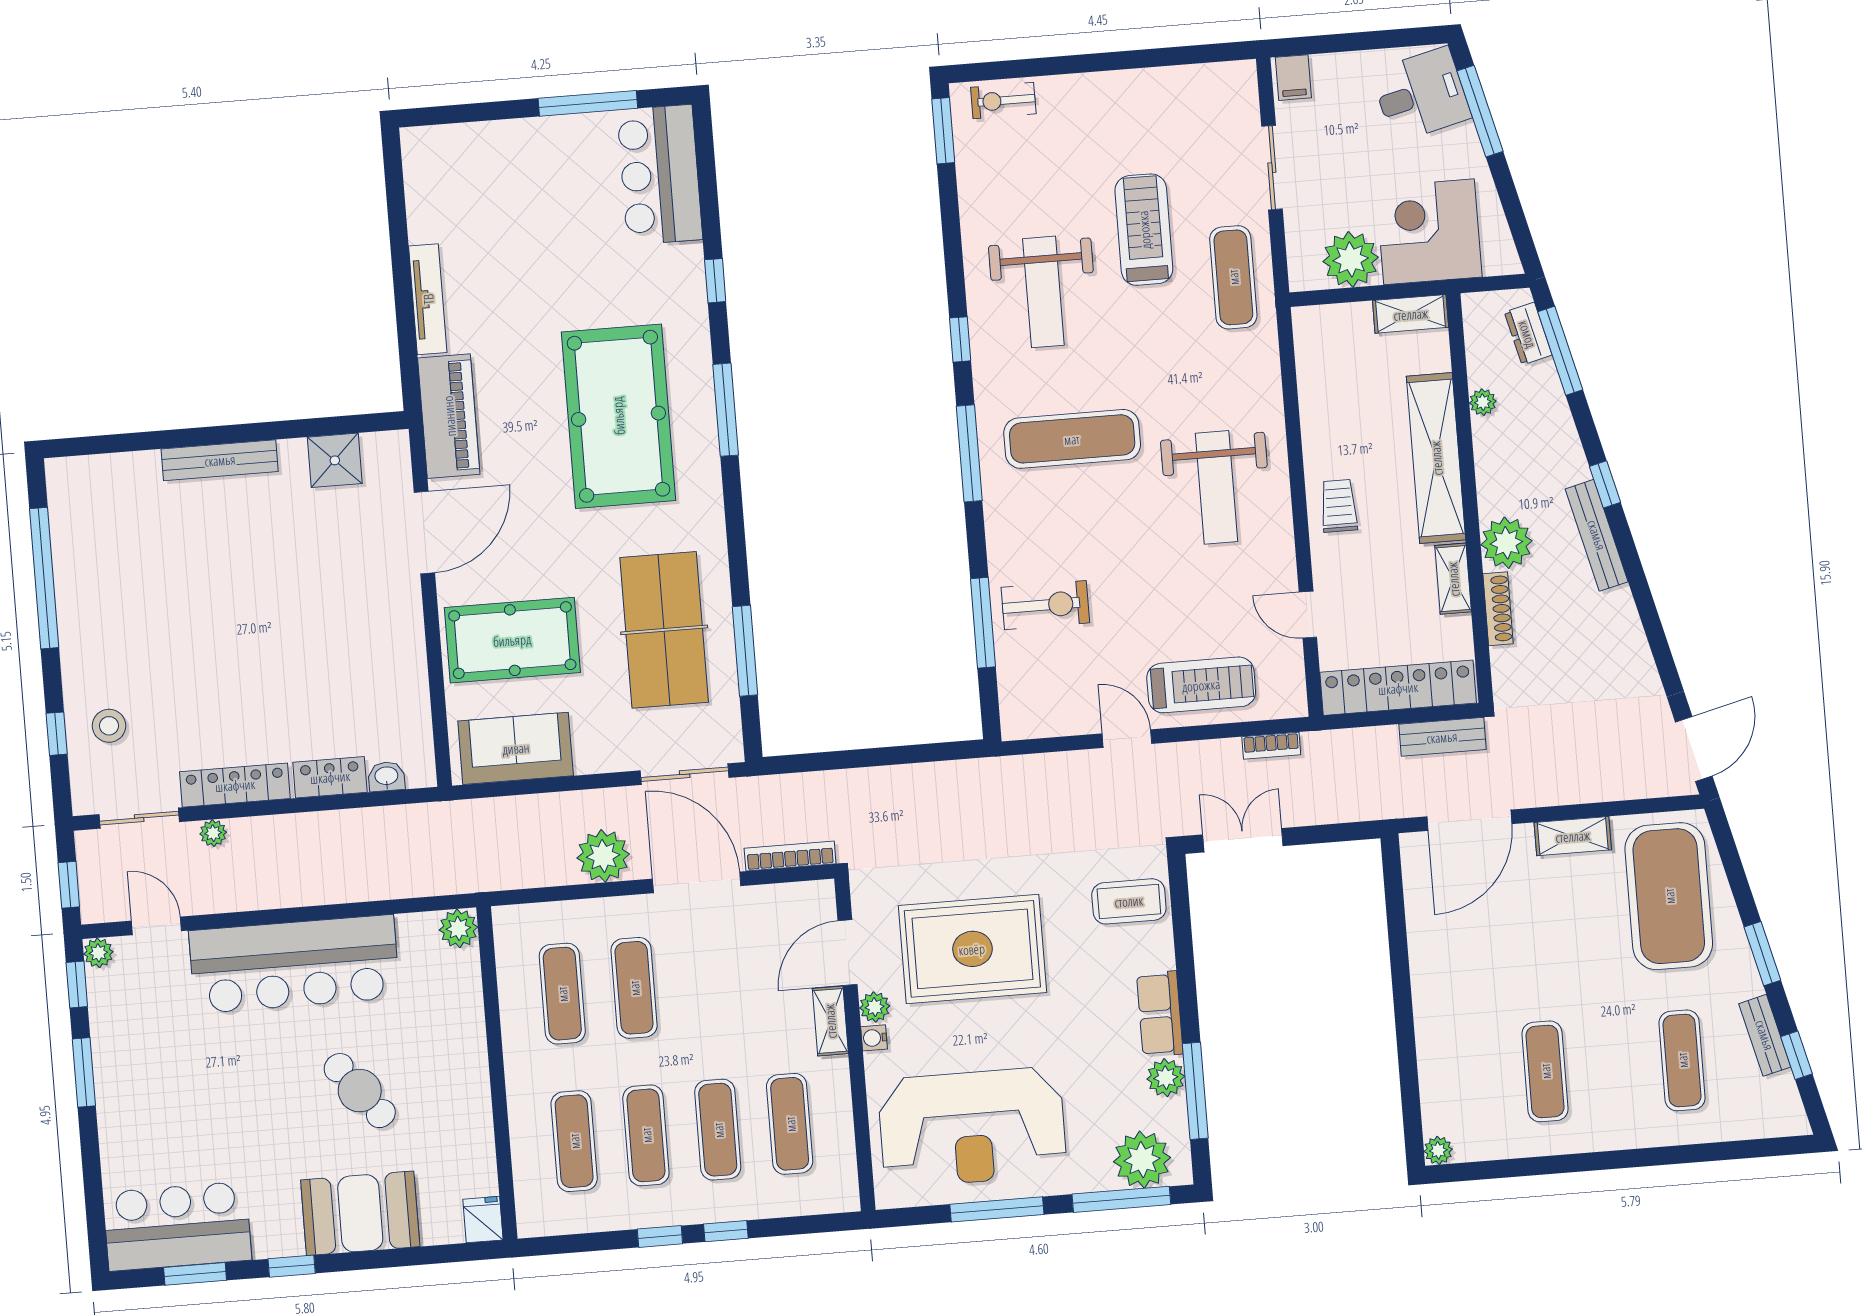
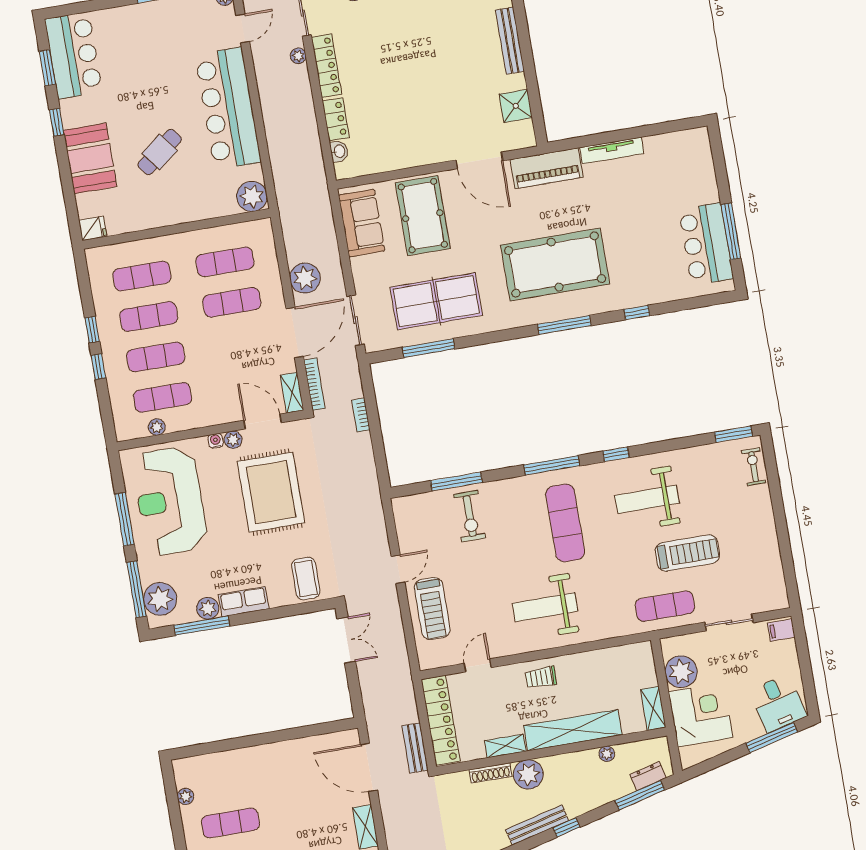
bar counter: (660, 175) -> (706, 244), moved, turned -90
trolley: (1339, 506) -> (541, 677), turned 180
bookcase: (1271, 746) -> (361, 415), moved
plant: (458, 928) -> (252, 196), width x1.36, depth x1.36
shelving: (830, 1021) -> (292, 393), moved, turned 90
plant: (841, 1139) -> (157, 427), added
plant: (1438, 1150) -> (185, 796), moved

